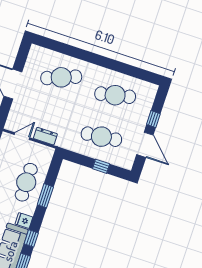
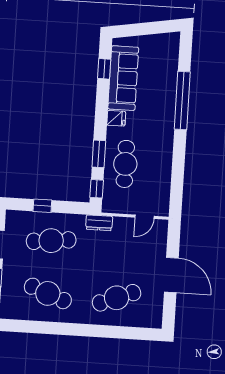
cafe table: (115, 95) -> (48, 293), turned 33
dresser: (45, 136) -> (99, 223), moved
window: (31, 238) -> (97, 189), moved

